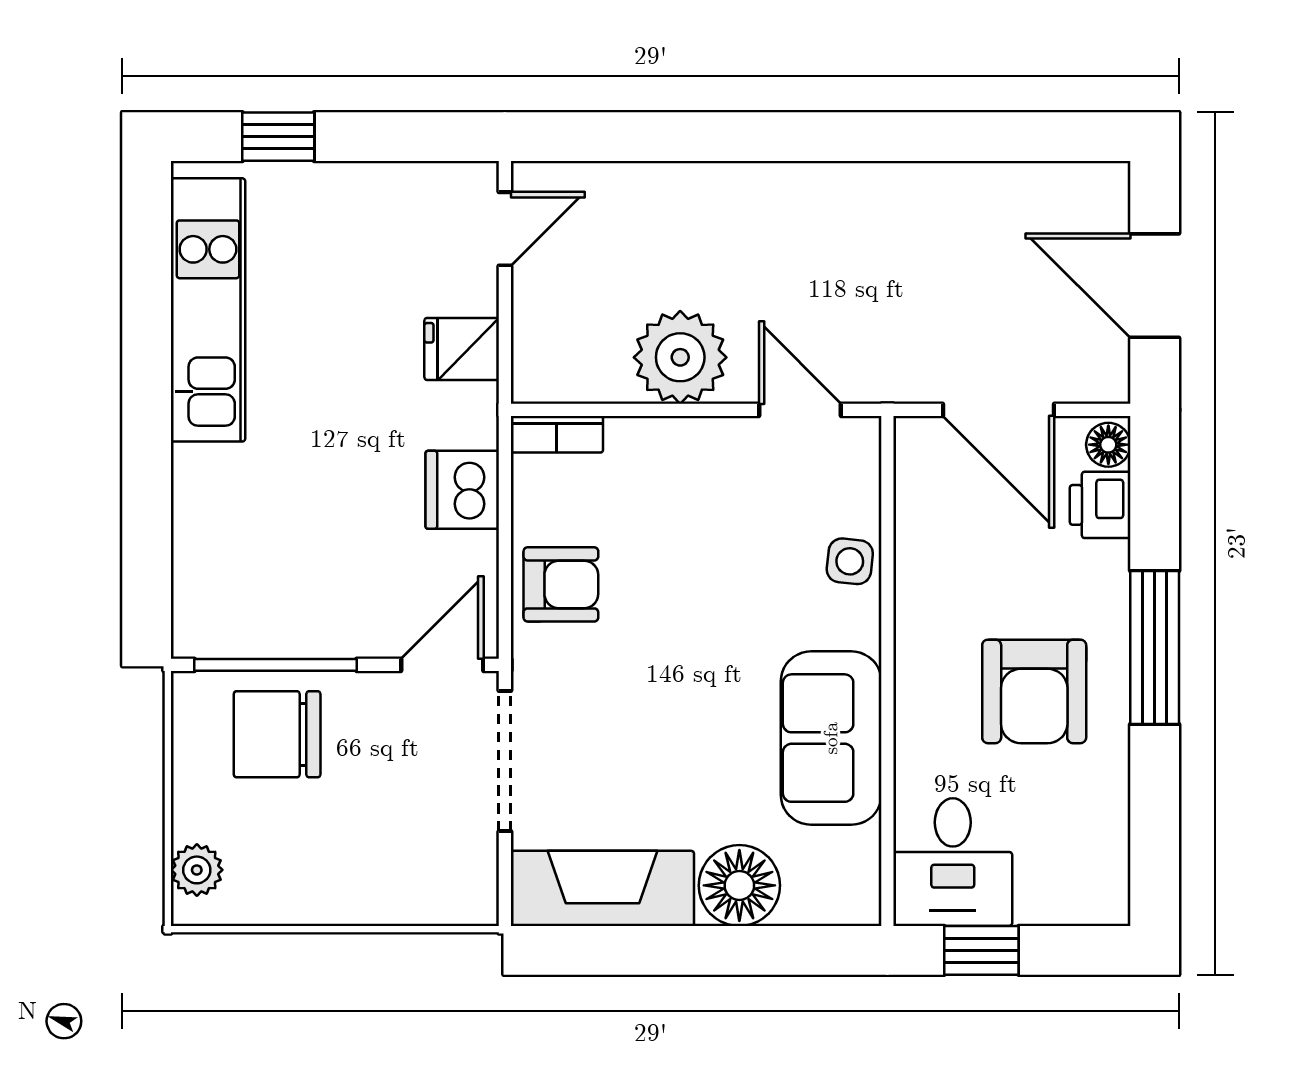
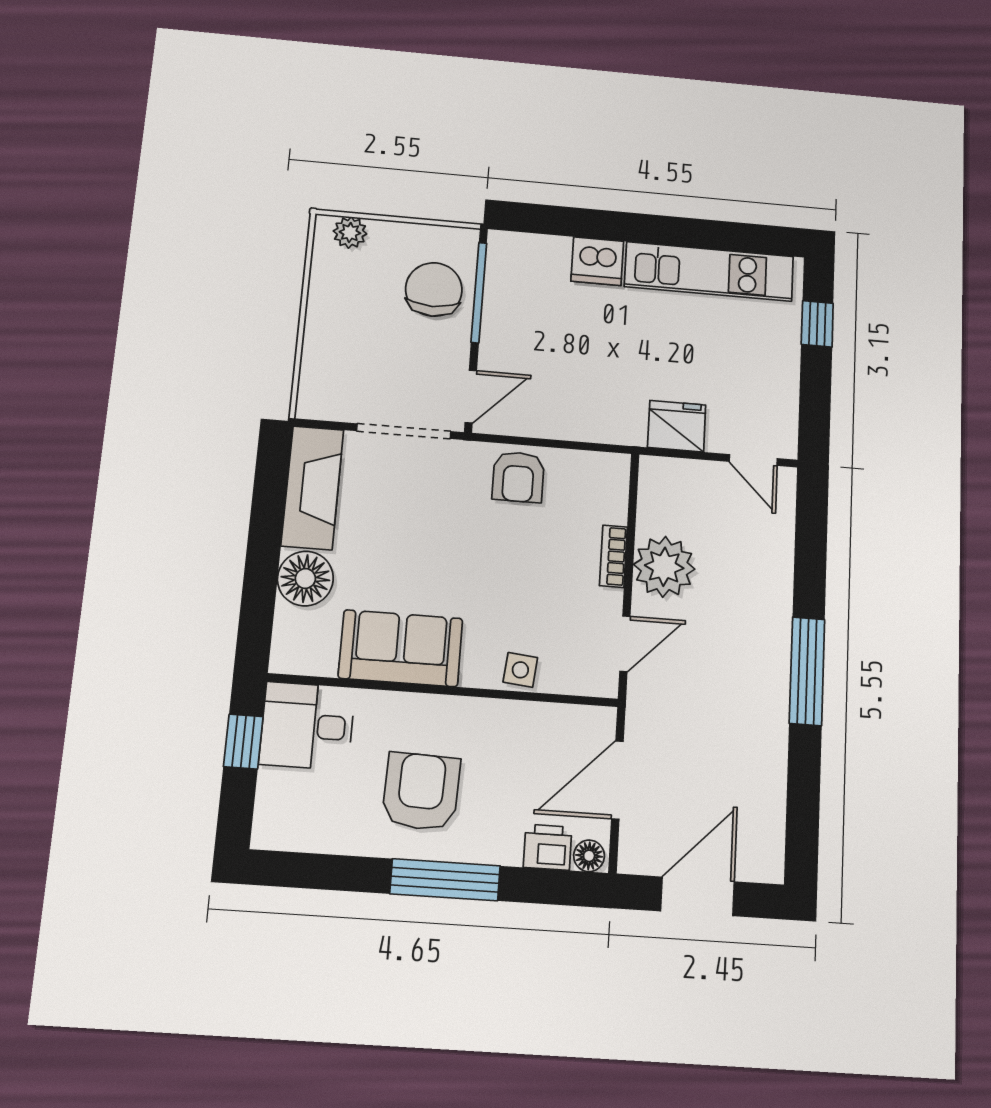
window: (820, 137) -> (807, 671), added
fridge: (462, 349) -> (677, 426), width x1.38
bookcase: (557, 434) -> (613, 556), moved
dishwasher: (462, 490) -> (597, 261), moved, turned 180
door: (442, 665) -> (471, 397), hinge flipped
armchair: (1034, 691) -> (421, 792), turned 92

